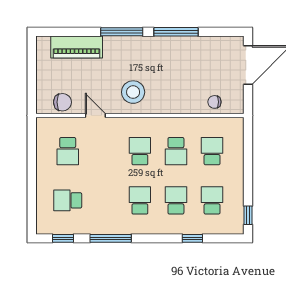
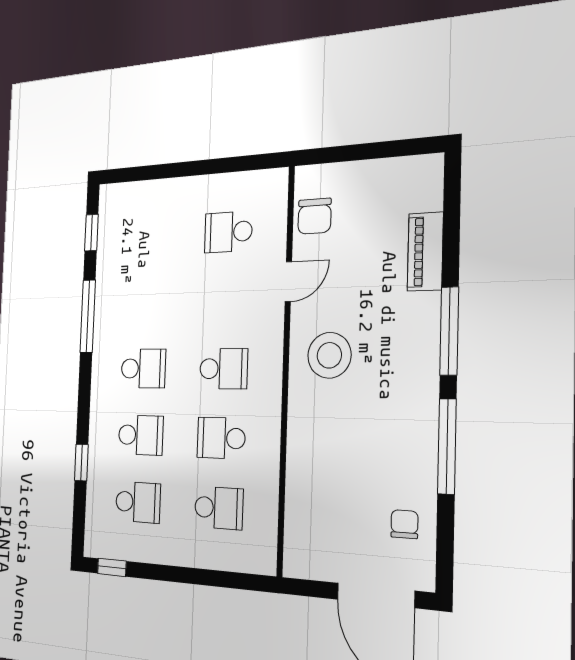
piano: (77, 47) -> (425, 252), width x0.73, depth x0.75
chair: (214, 102) -> (404, 524), moved
school desk: (68, 200) -> (149, 237), removed

